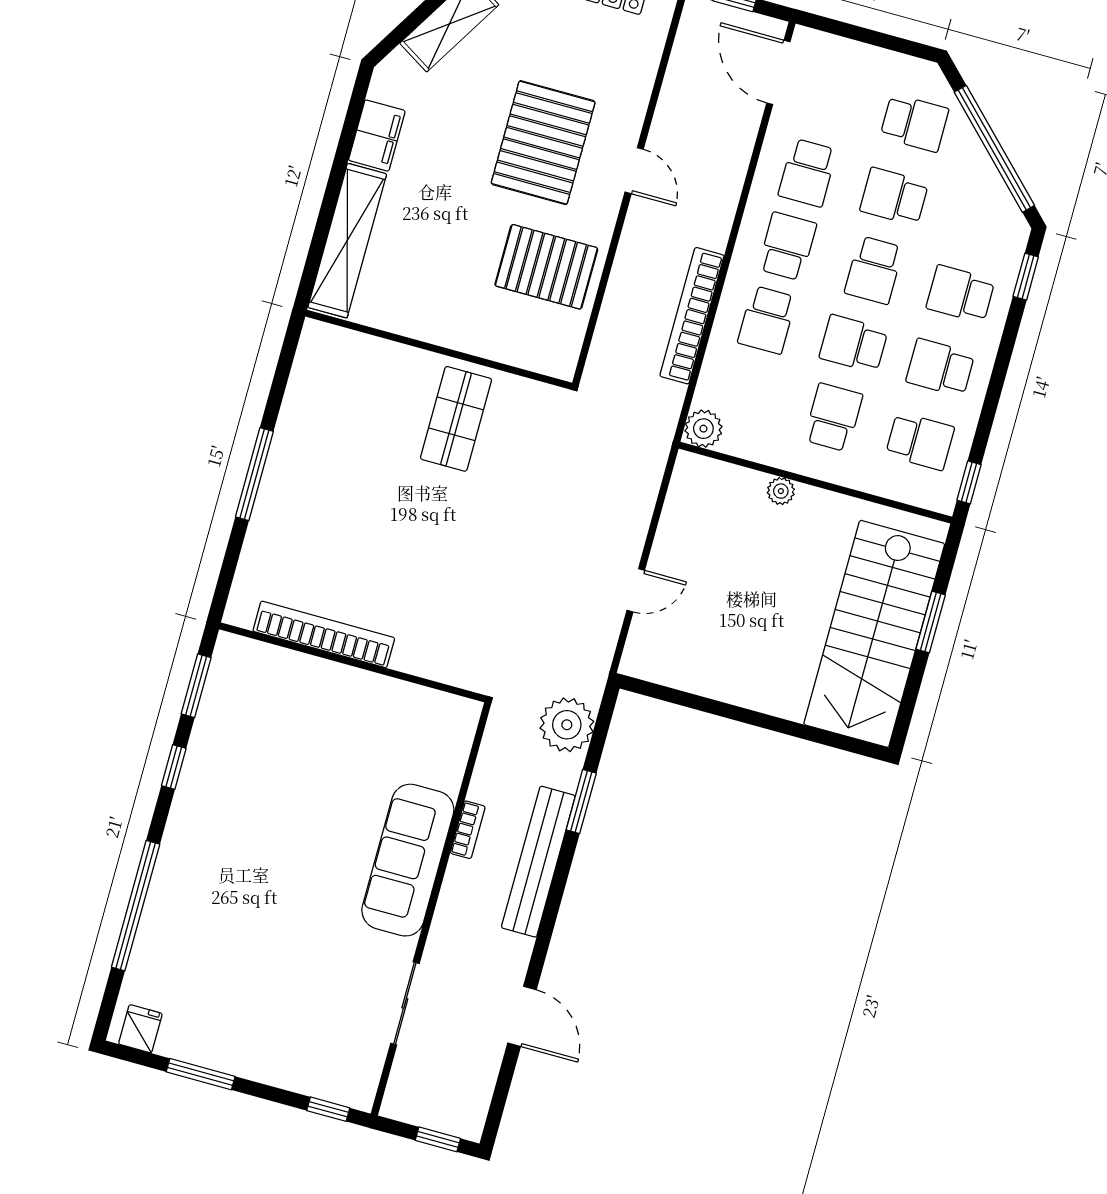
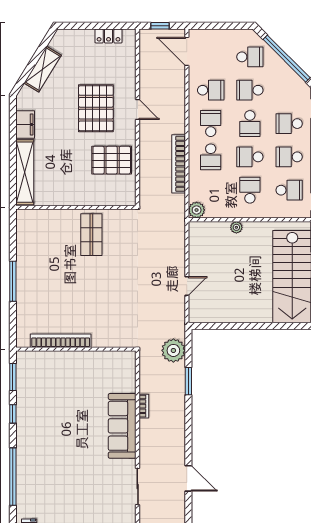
school desk: (808, 173) -> (211, 90), turned -90
bench: (538, 862) -> (177, 411), removed

